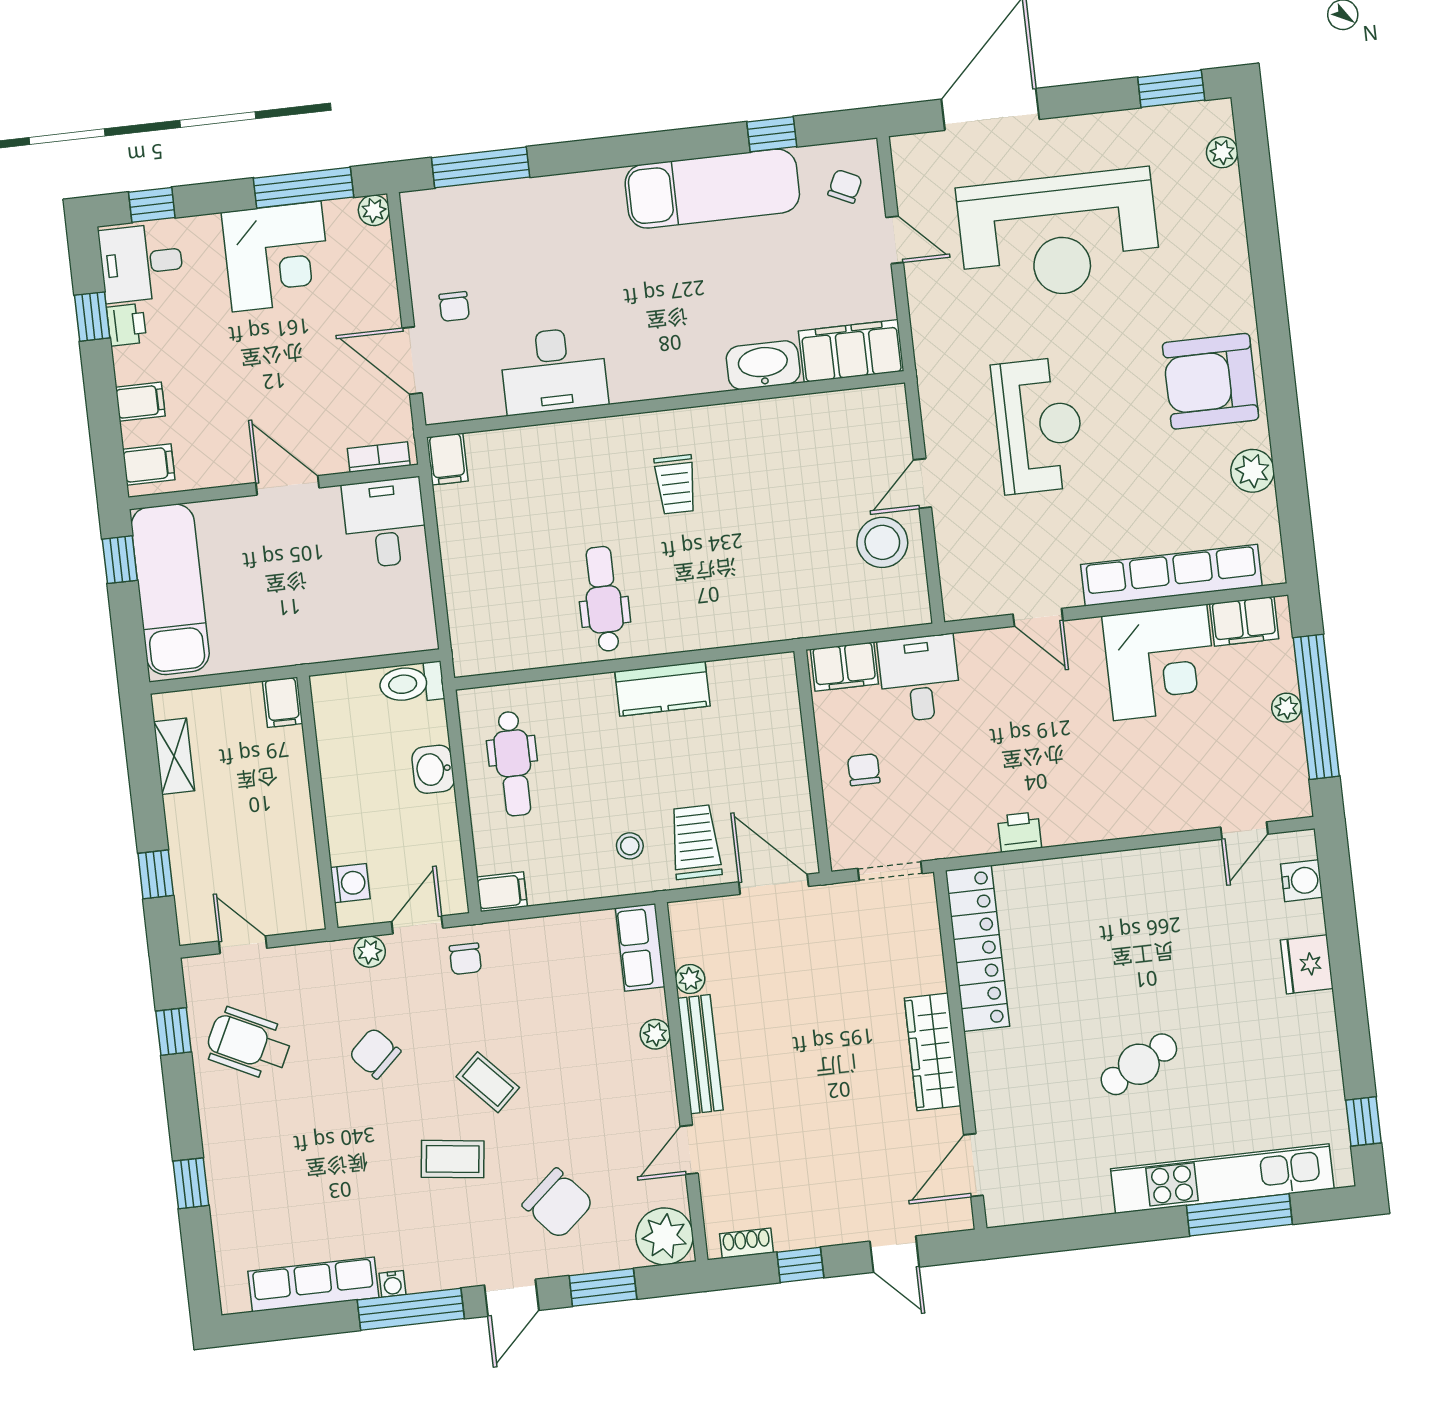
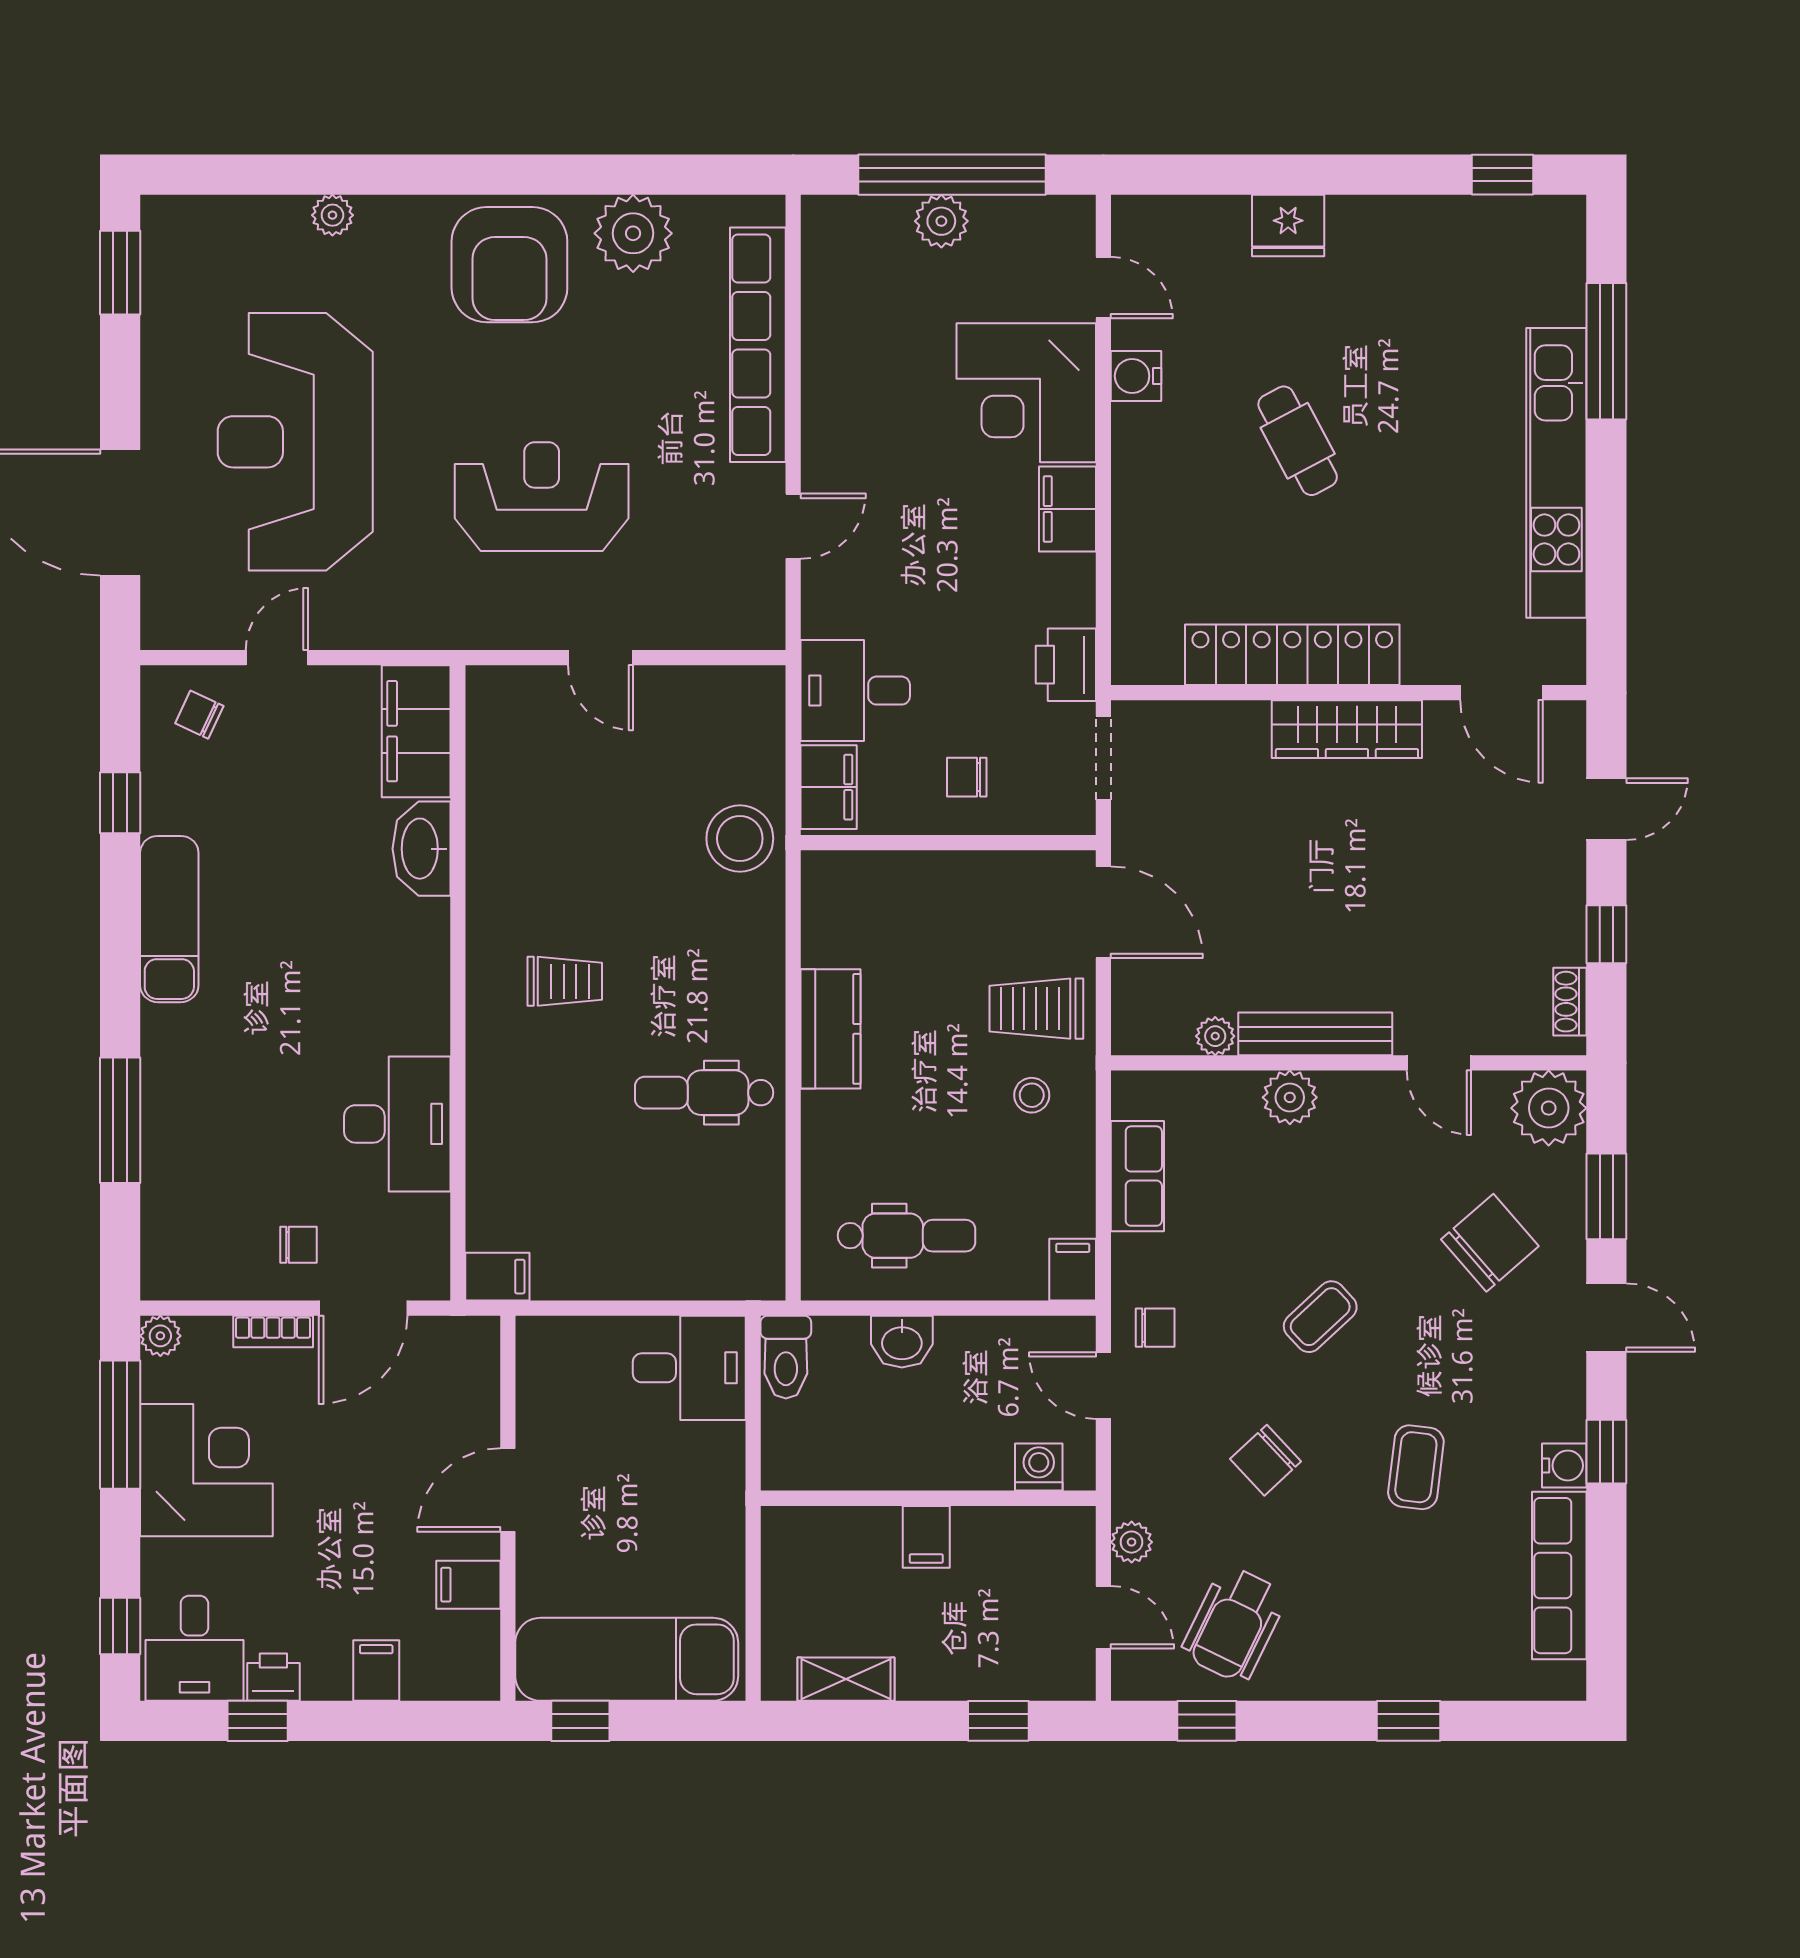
plant: (1222, 152) -> (332, 215), moved
window: (481, 167) -> (120, 1120), moved
exam couch: (712, 189) -> (169, 919), width x0.73, depth x0.69
reception desk: (1059, 235) -> (295, 442), turned 180
bookcase: (379, 457) -> (273, 1331), moved, turned -90
filing cabinet: (149, 465) -> (468, 1585), moved, turned -90
plant: (1252, 471) -> (633, 233), width x1.36, depth x1.36
desk: (385, 523) -> (689, 1368), moved, turned 180
stool: (882, 542) -> (740, 839), moved
filing cabinet: (1244, 621) -> (1068, 509), moved, turned 180
corner desk: (1160, 662) -> (1026, 393), moved, turned 180
filing cabinet: (282, 702) -> (926, 1537), moved, turned 90
plant: (1286, 708) -> (941, 221), width x1.38, depth x1.38
printer: (1020, 832) -> (1066, 665), moved, width x1.36, depth x1.24
water cooler: (1302, 881) -> (1136, 376), moved, turned -90
door: (774, 884) -> (1103, 912), swing flipped
door: (243, 945) -> (1103, 1617), swing flipped
row of seats: (640, 947) -> (1137, 1176), moved, turned -90
locker: (978, 948) -> (1292, 655), moved
plant: (370, 952) -> (1132, 1542), moved
plant: (655, 1034) -> (1290, 1097), width x1.38, depth x1.38
cafe table: (1139, 1064) -> (1298, 441), moved
coffee table: (453, 1159) -> (1416, 1467), moved
kitchen unit: (1222, 1179) -> (1556, 473), moved
water cooler: (393, 1284) -> (1564, 1466), width x1.38, depth x1.38
window: (411, 1309) -> (1606, 1452), width x0.46

